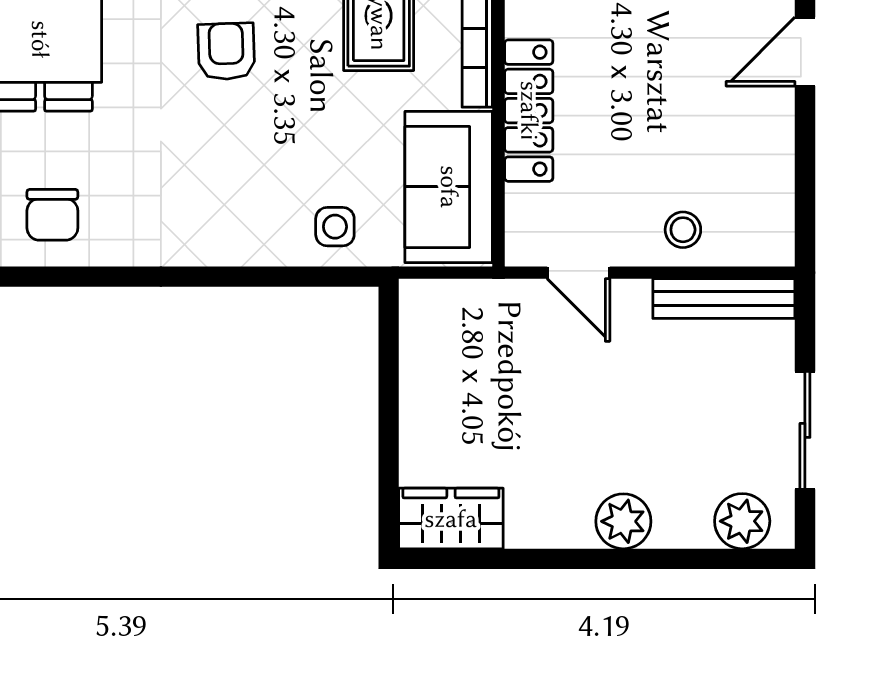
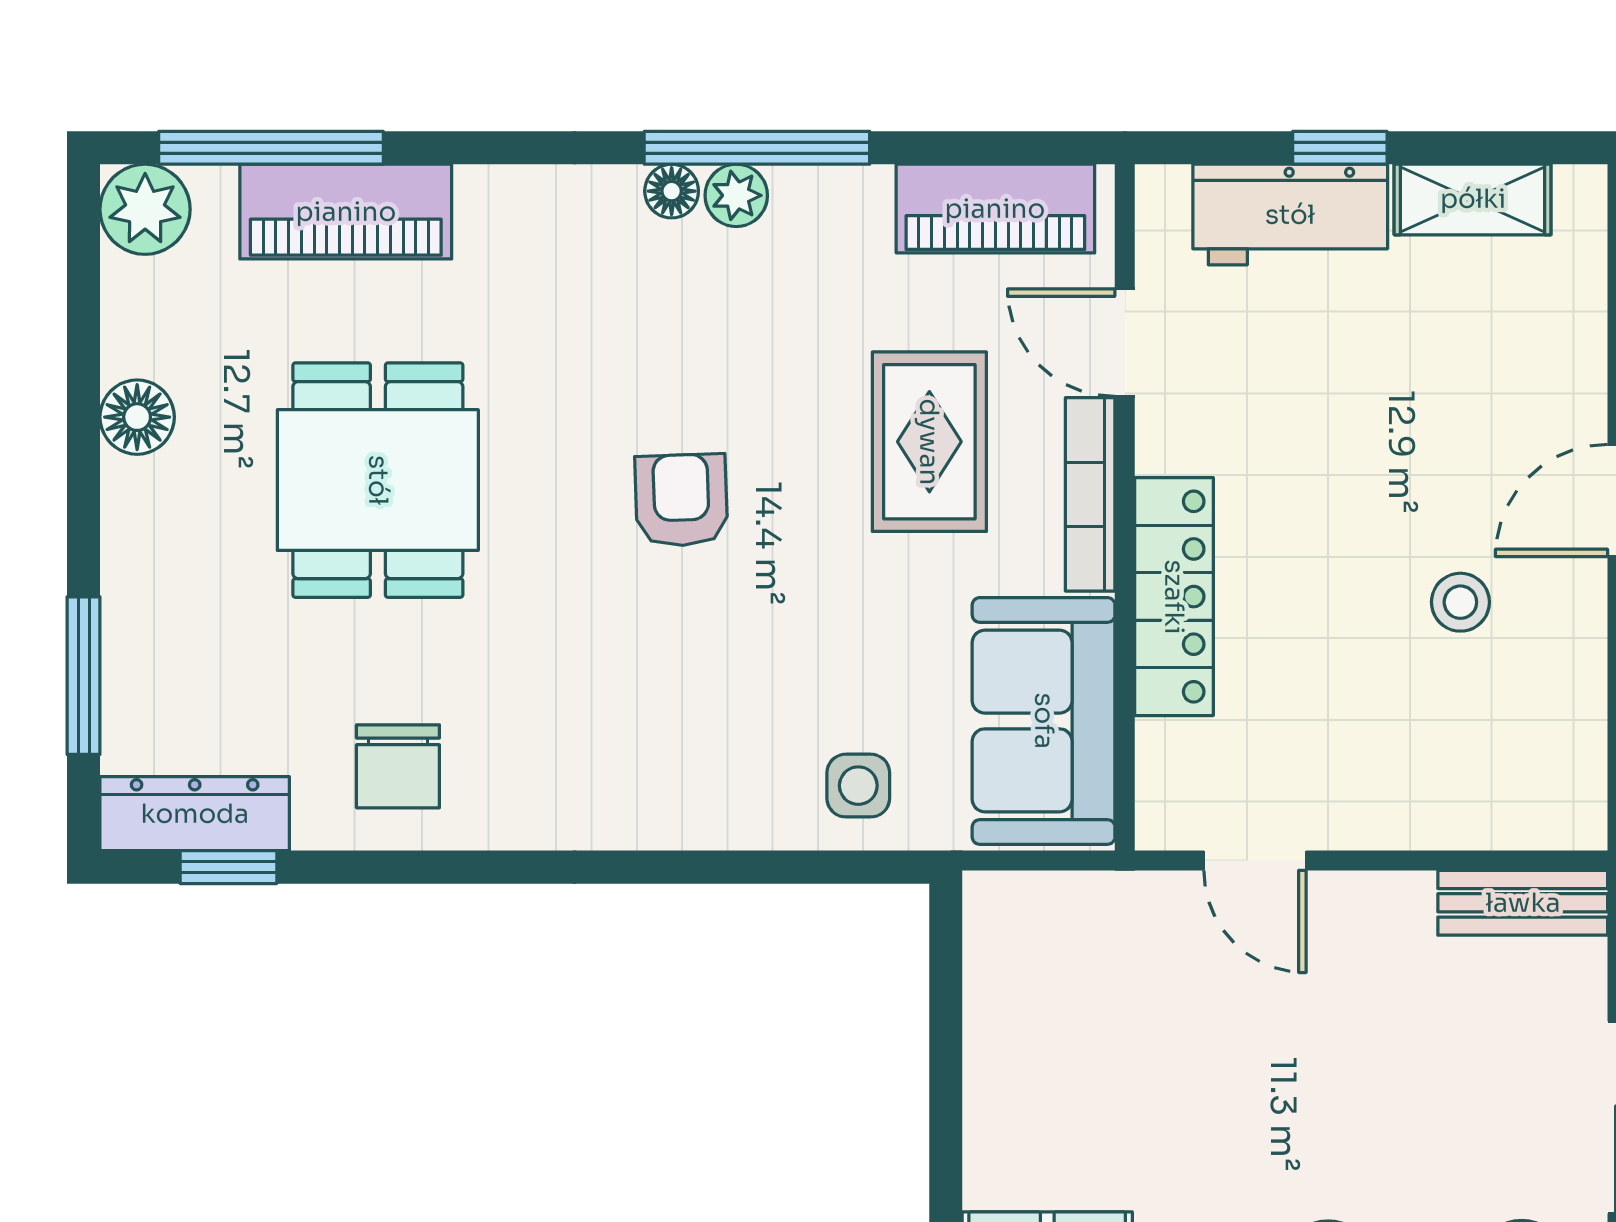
stool: (683, 230) -> (1460, 602), moved
bench: (724, 299) -> (1523, 903), width x0.73

